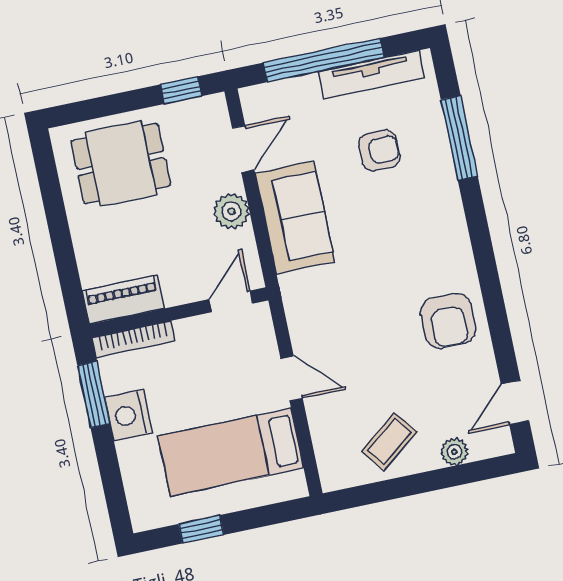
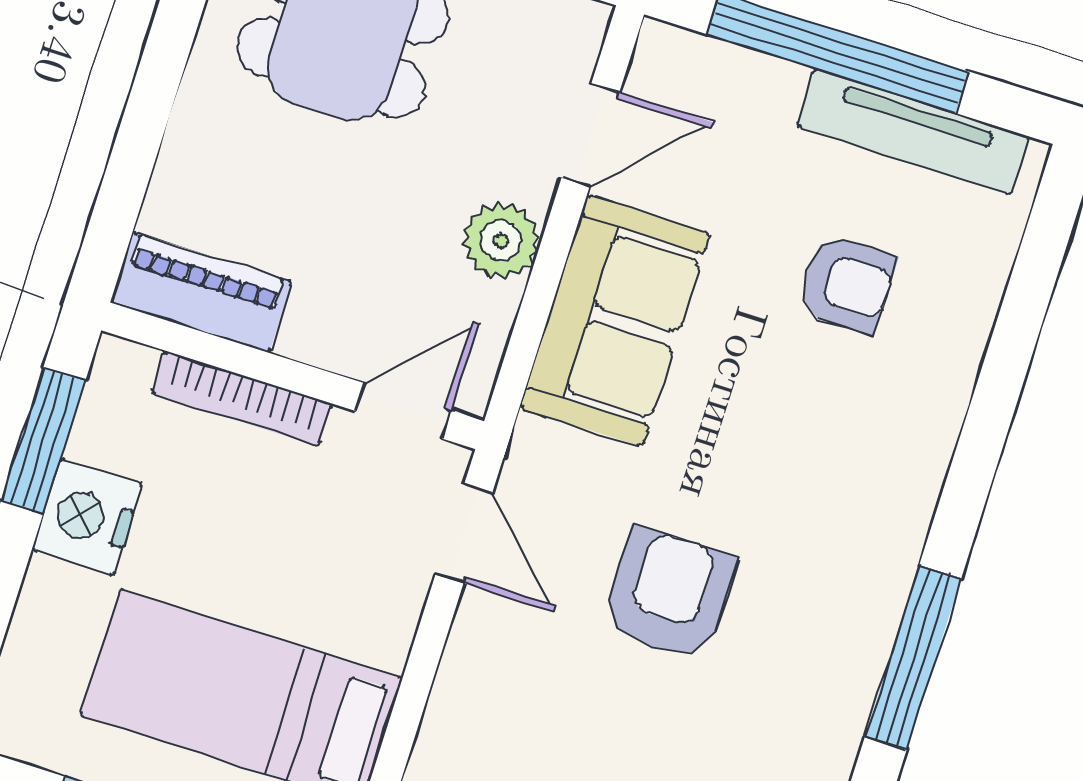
window: (459, 138) -> (913, 657), moved
armchair: (448, 321) -> (669, 594), moved, turned 180
bookcase: (134, 339) -> (242, 398), moved
door: (292, 378) -> (464, 533), moved

